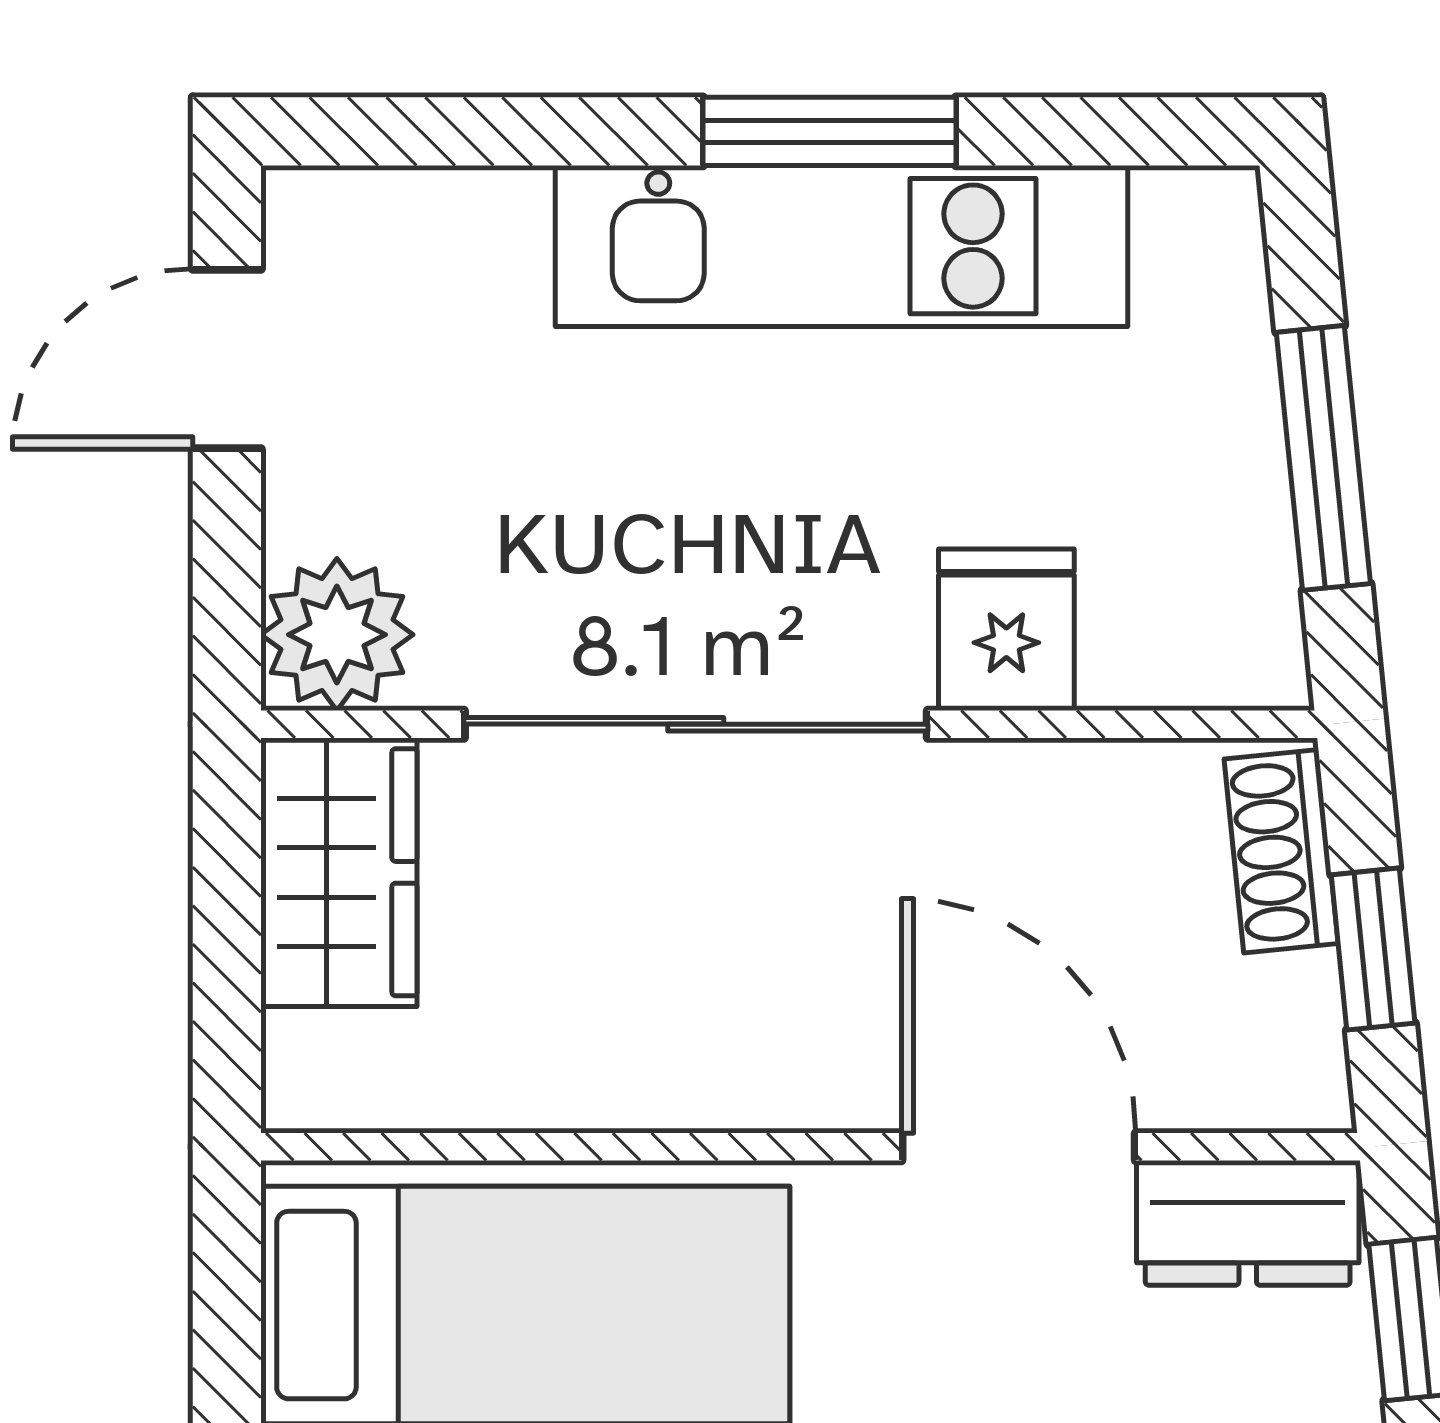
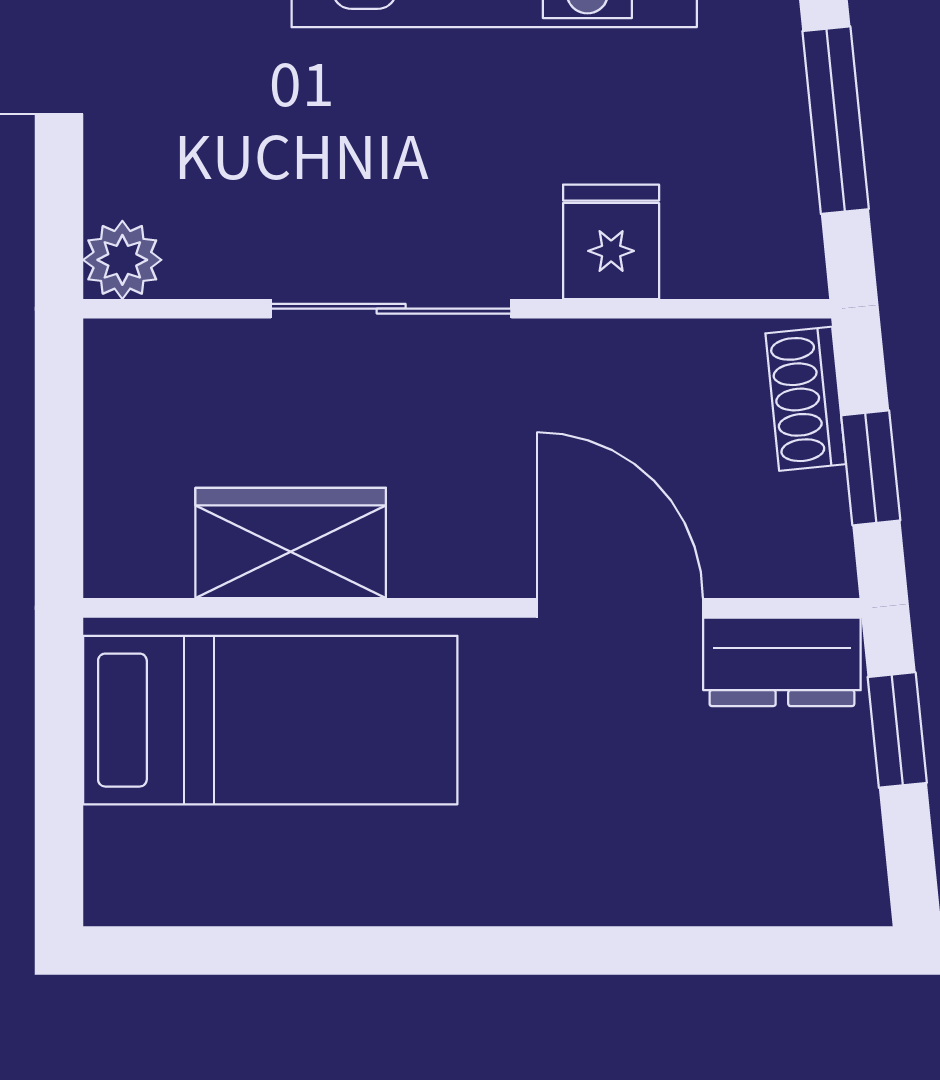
plant: (337, 635) -> (122, 260), width x0.73, depth x0.73
sliding door: (696, 724) -> (391, 309), width x0.73
wardrobe: (339, 872) -> (291, 543), moved, turned -90

